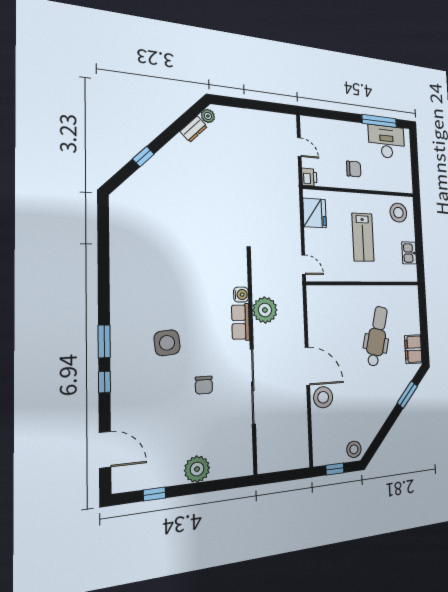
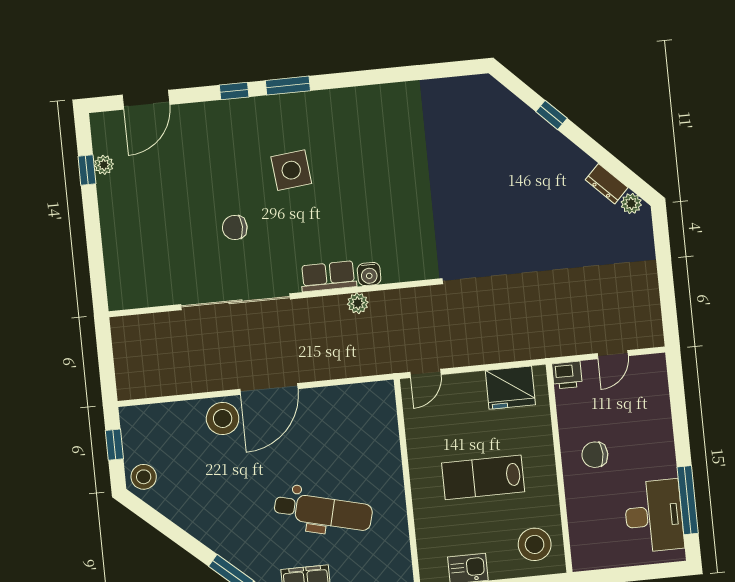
chair: (354, 169) -> (595, 455), turned 90
plant: (265, 310) -> (358, 303), width x0.53, depth x0.53
plant: (197, 469) -> (104, 165), moved, width x0.53, depth x0.53

